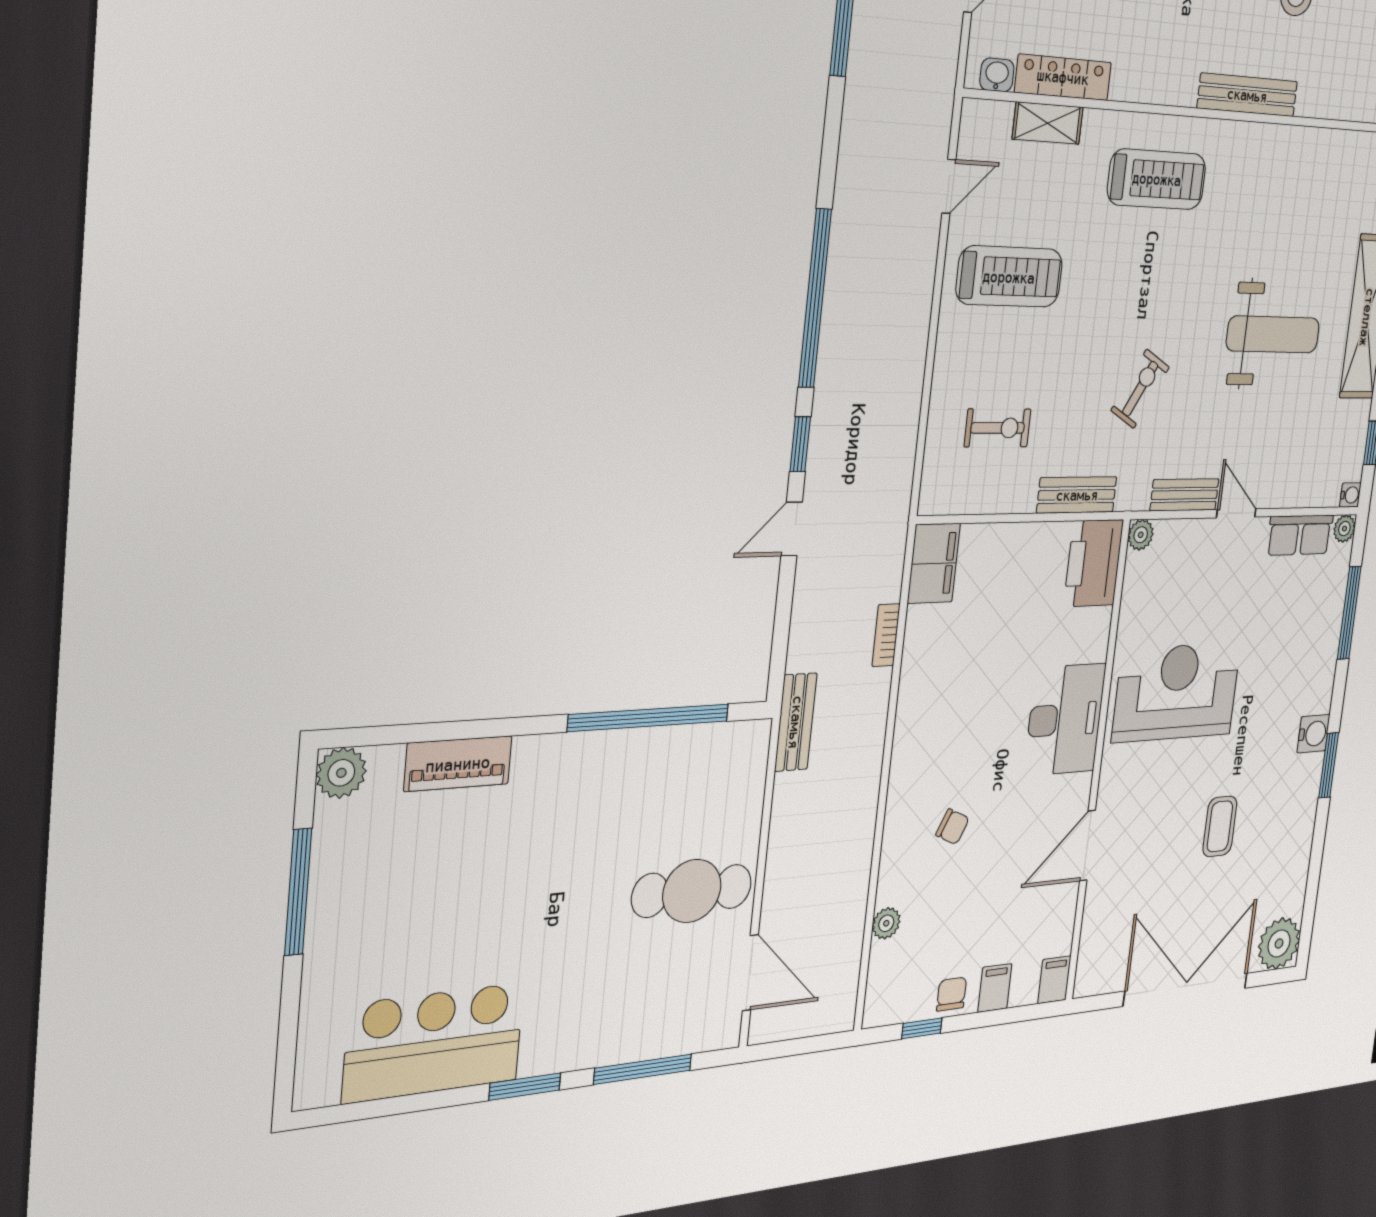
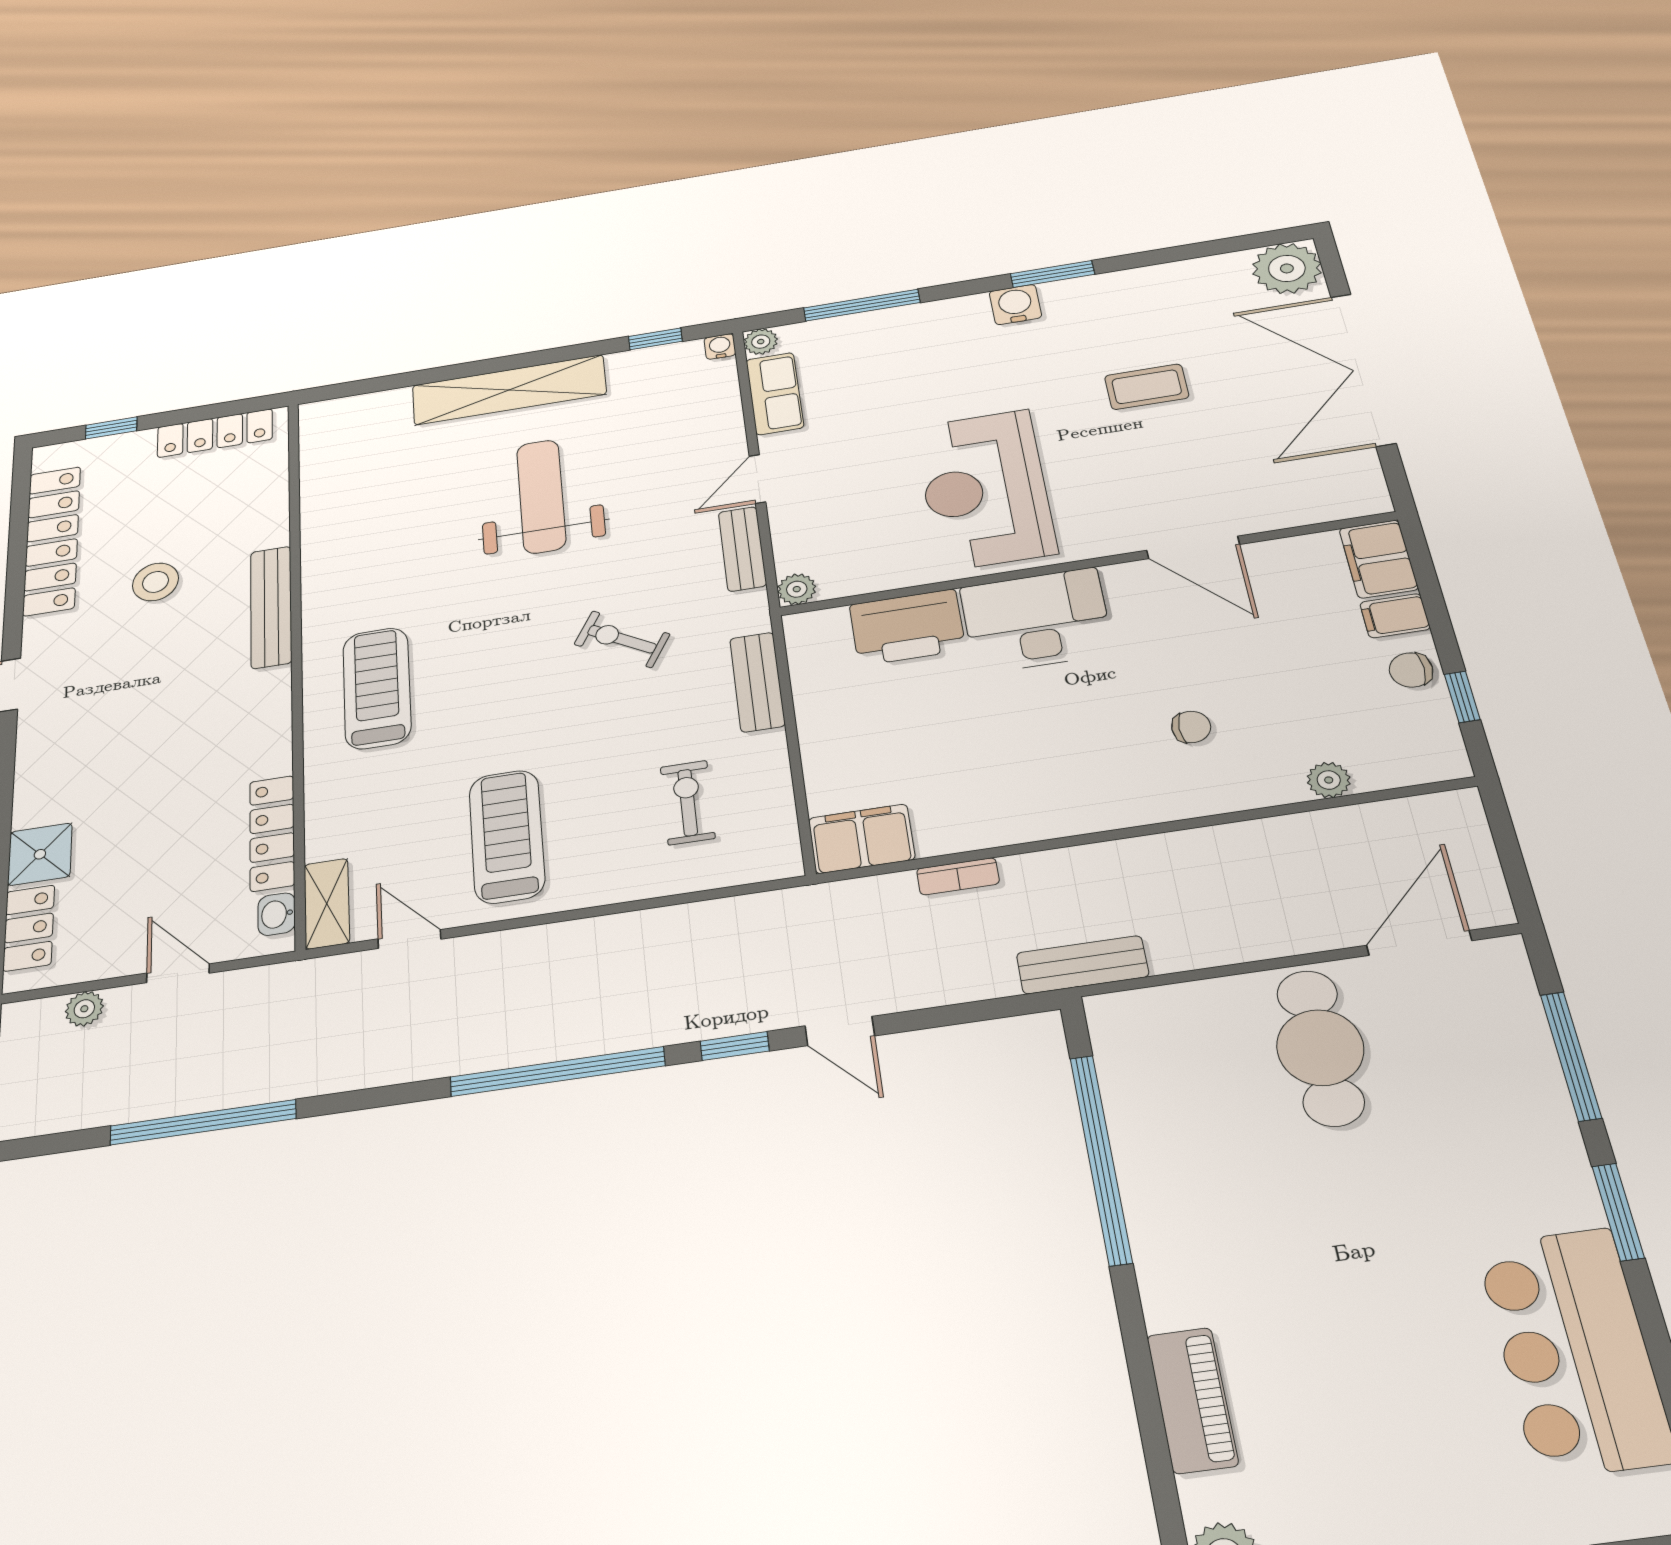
shelving: (1048, 123) -> (327, 904), moved
printer: (1094, 563) -> (907, 627), moved
chair: (953, 827) -> (1191, 727), turned 65
filing cabinet: (1054, 980) -> (1379, 559), width x2.00

